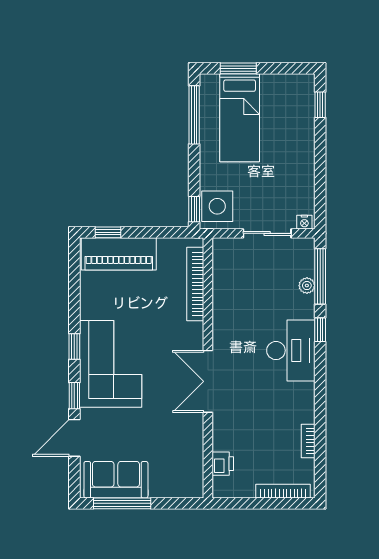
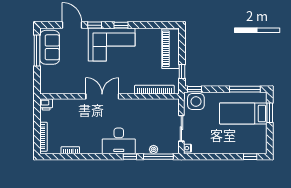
window: (108, 232) -> (182, 72), moved
printer: (223, 464) -> (46, 104), moved

